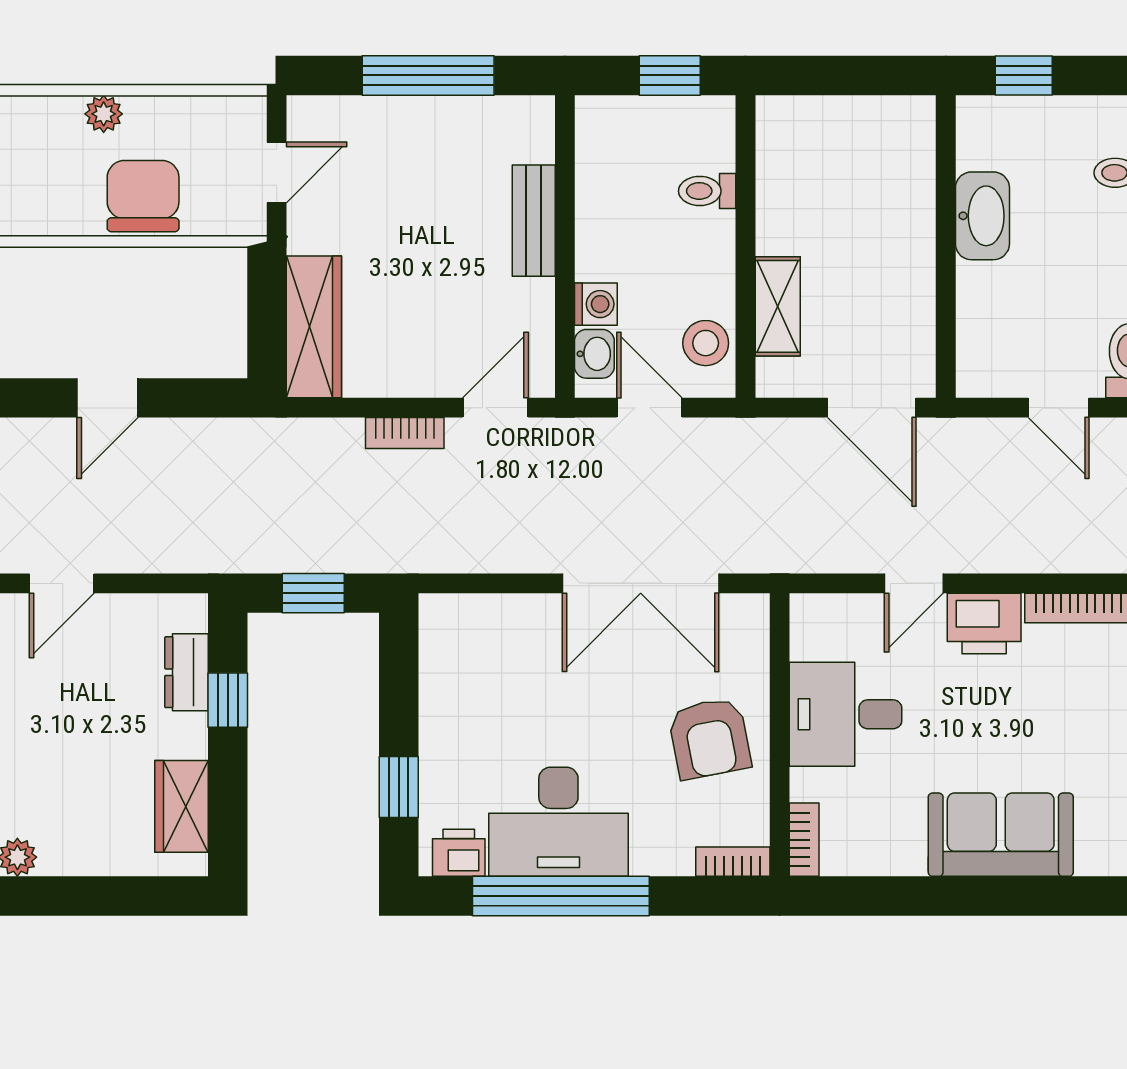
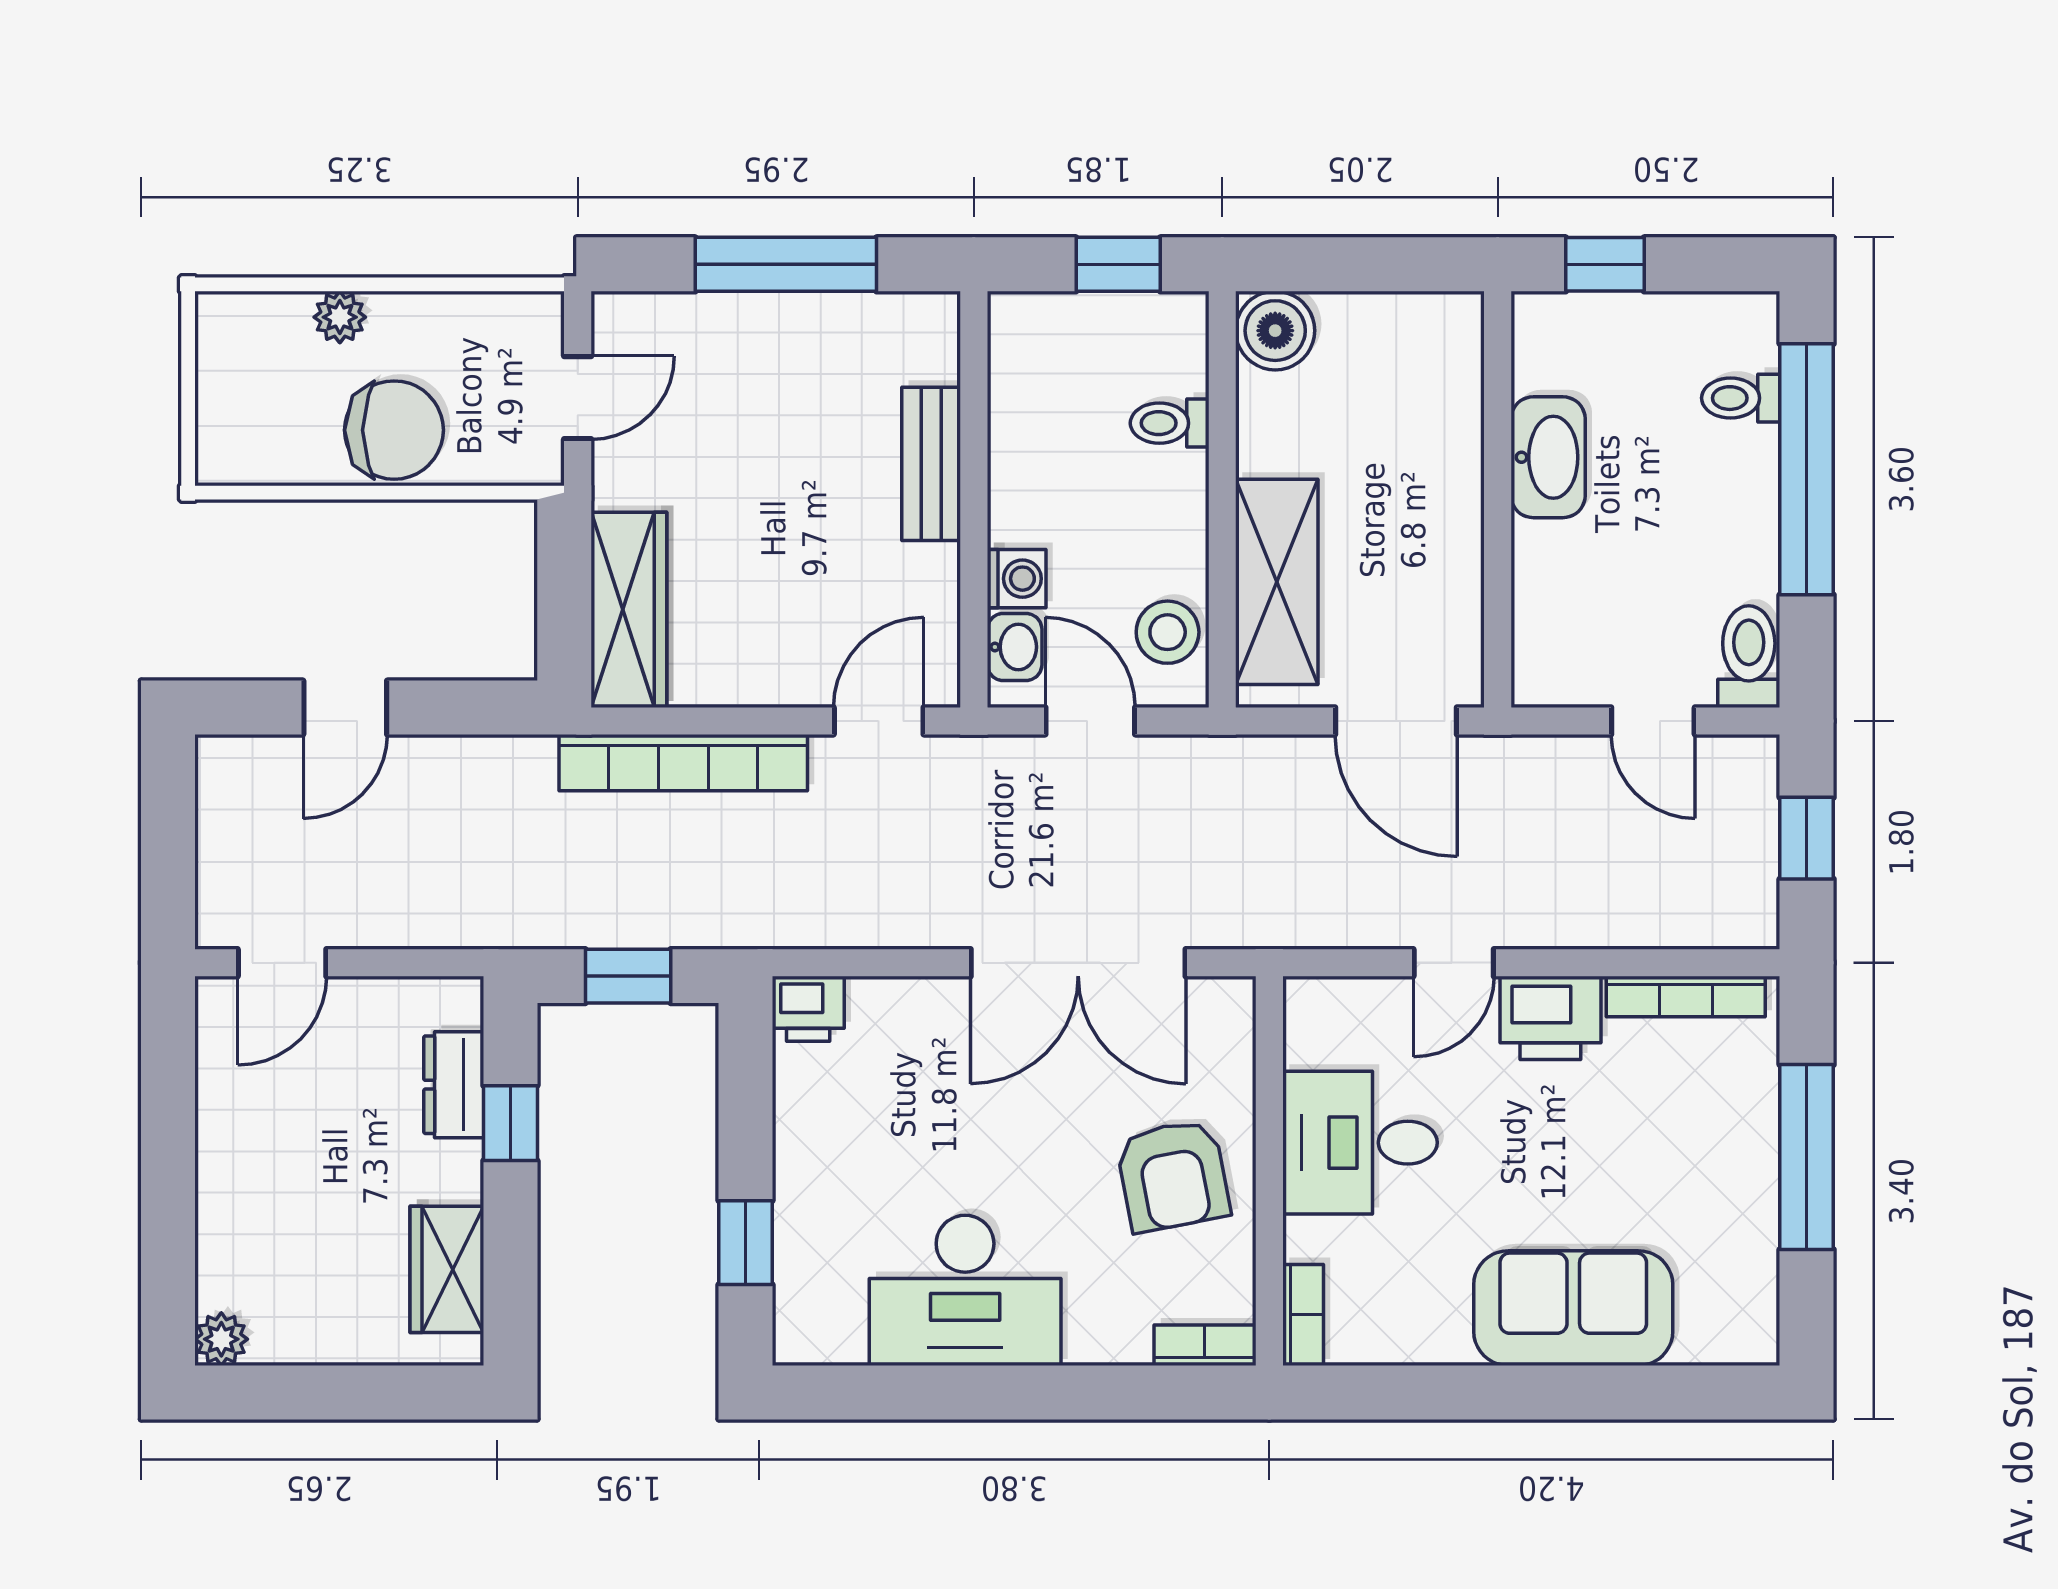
boiler: (784, 124) -> (1275, 331), added
chair: (143, 196) -> (394, 430), turned 90
shelving: (778, 306) -> (1277, 582), width x1.50, depth x1.33
bookcase: (405, 433) -> (683, 763), width x2.31, depth x1.31
printer: (459, 853) -> (808, 1009), moved, turned 180
window: (561, 896) -> (968, 1393), removed

